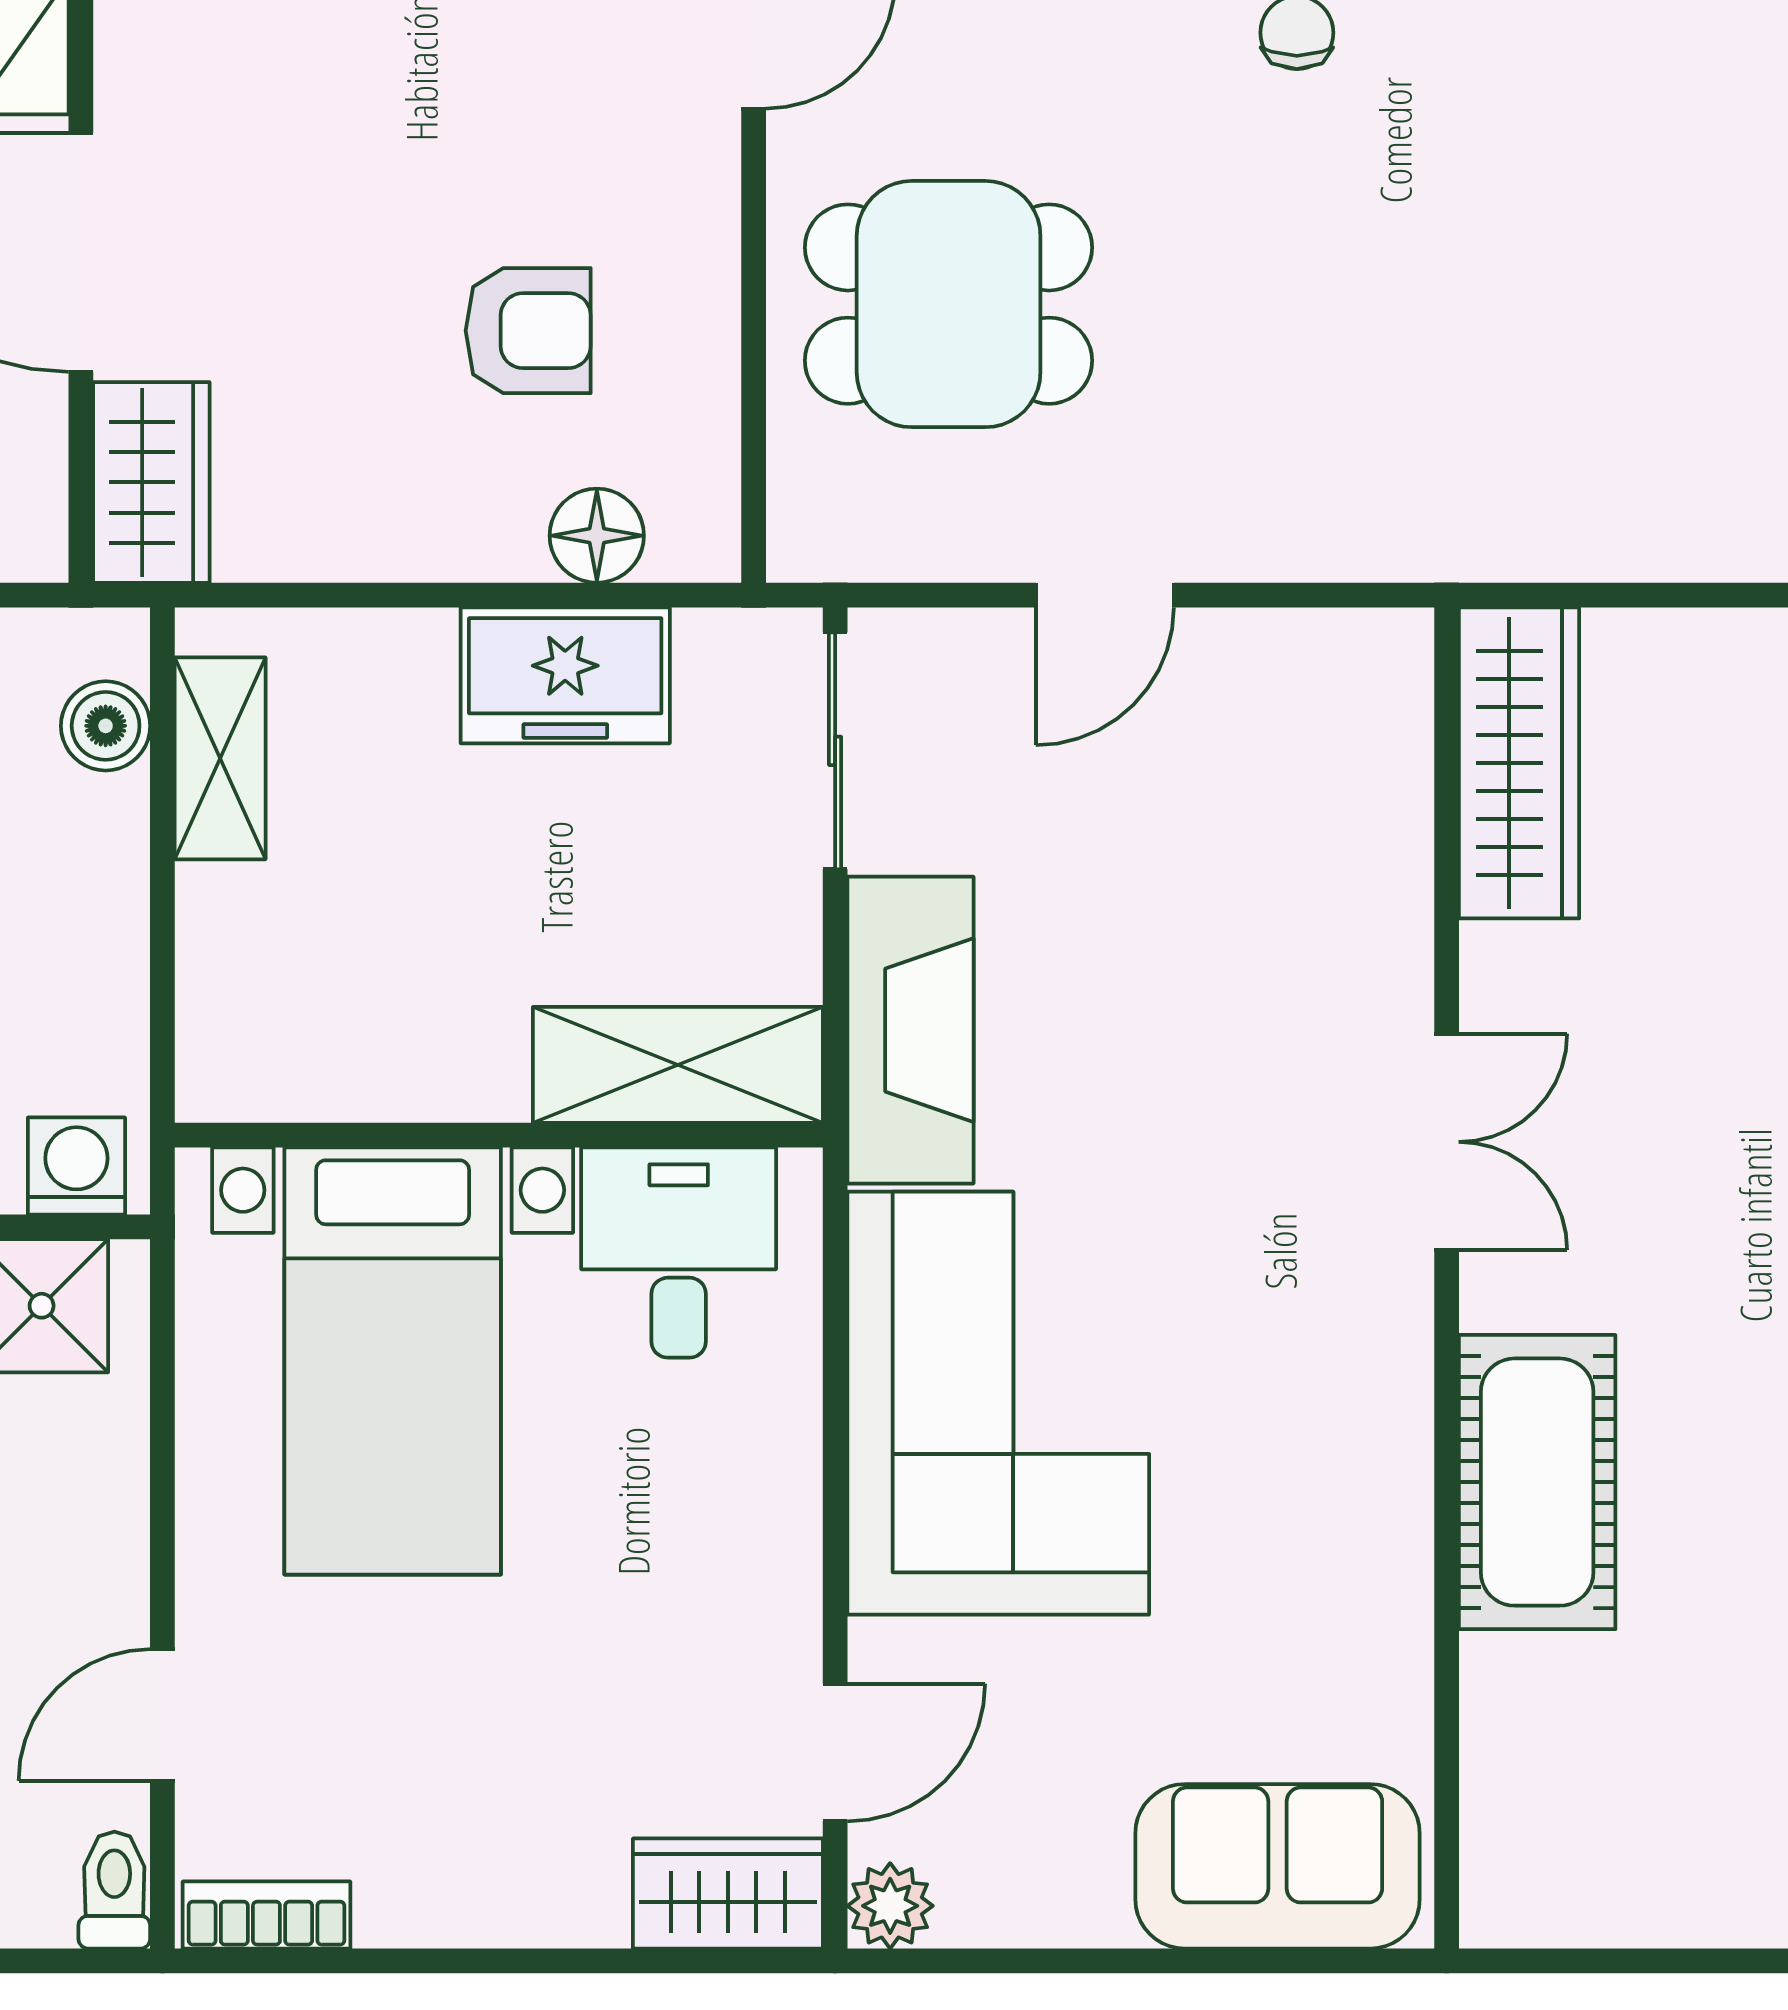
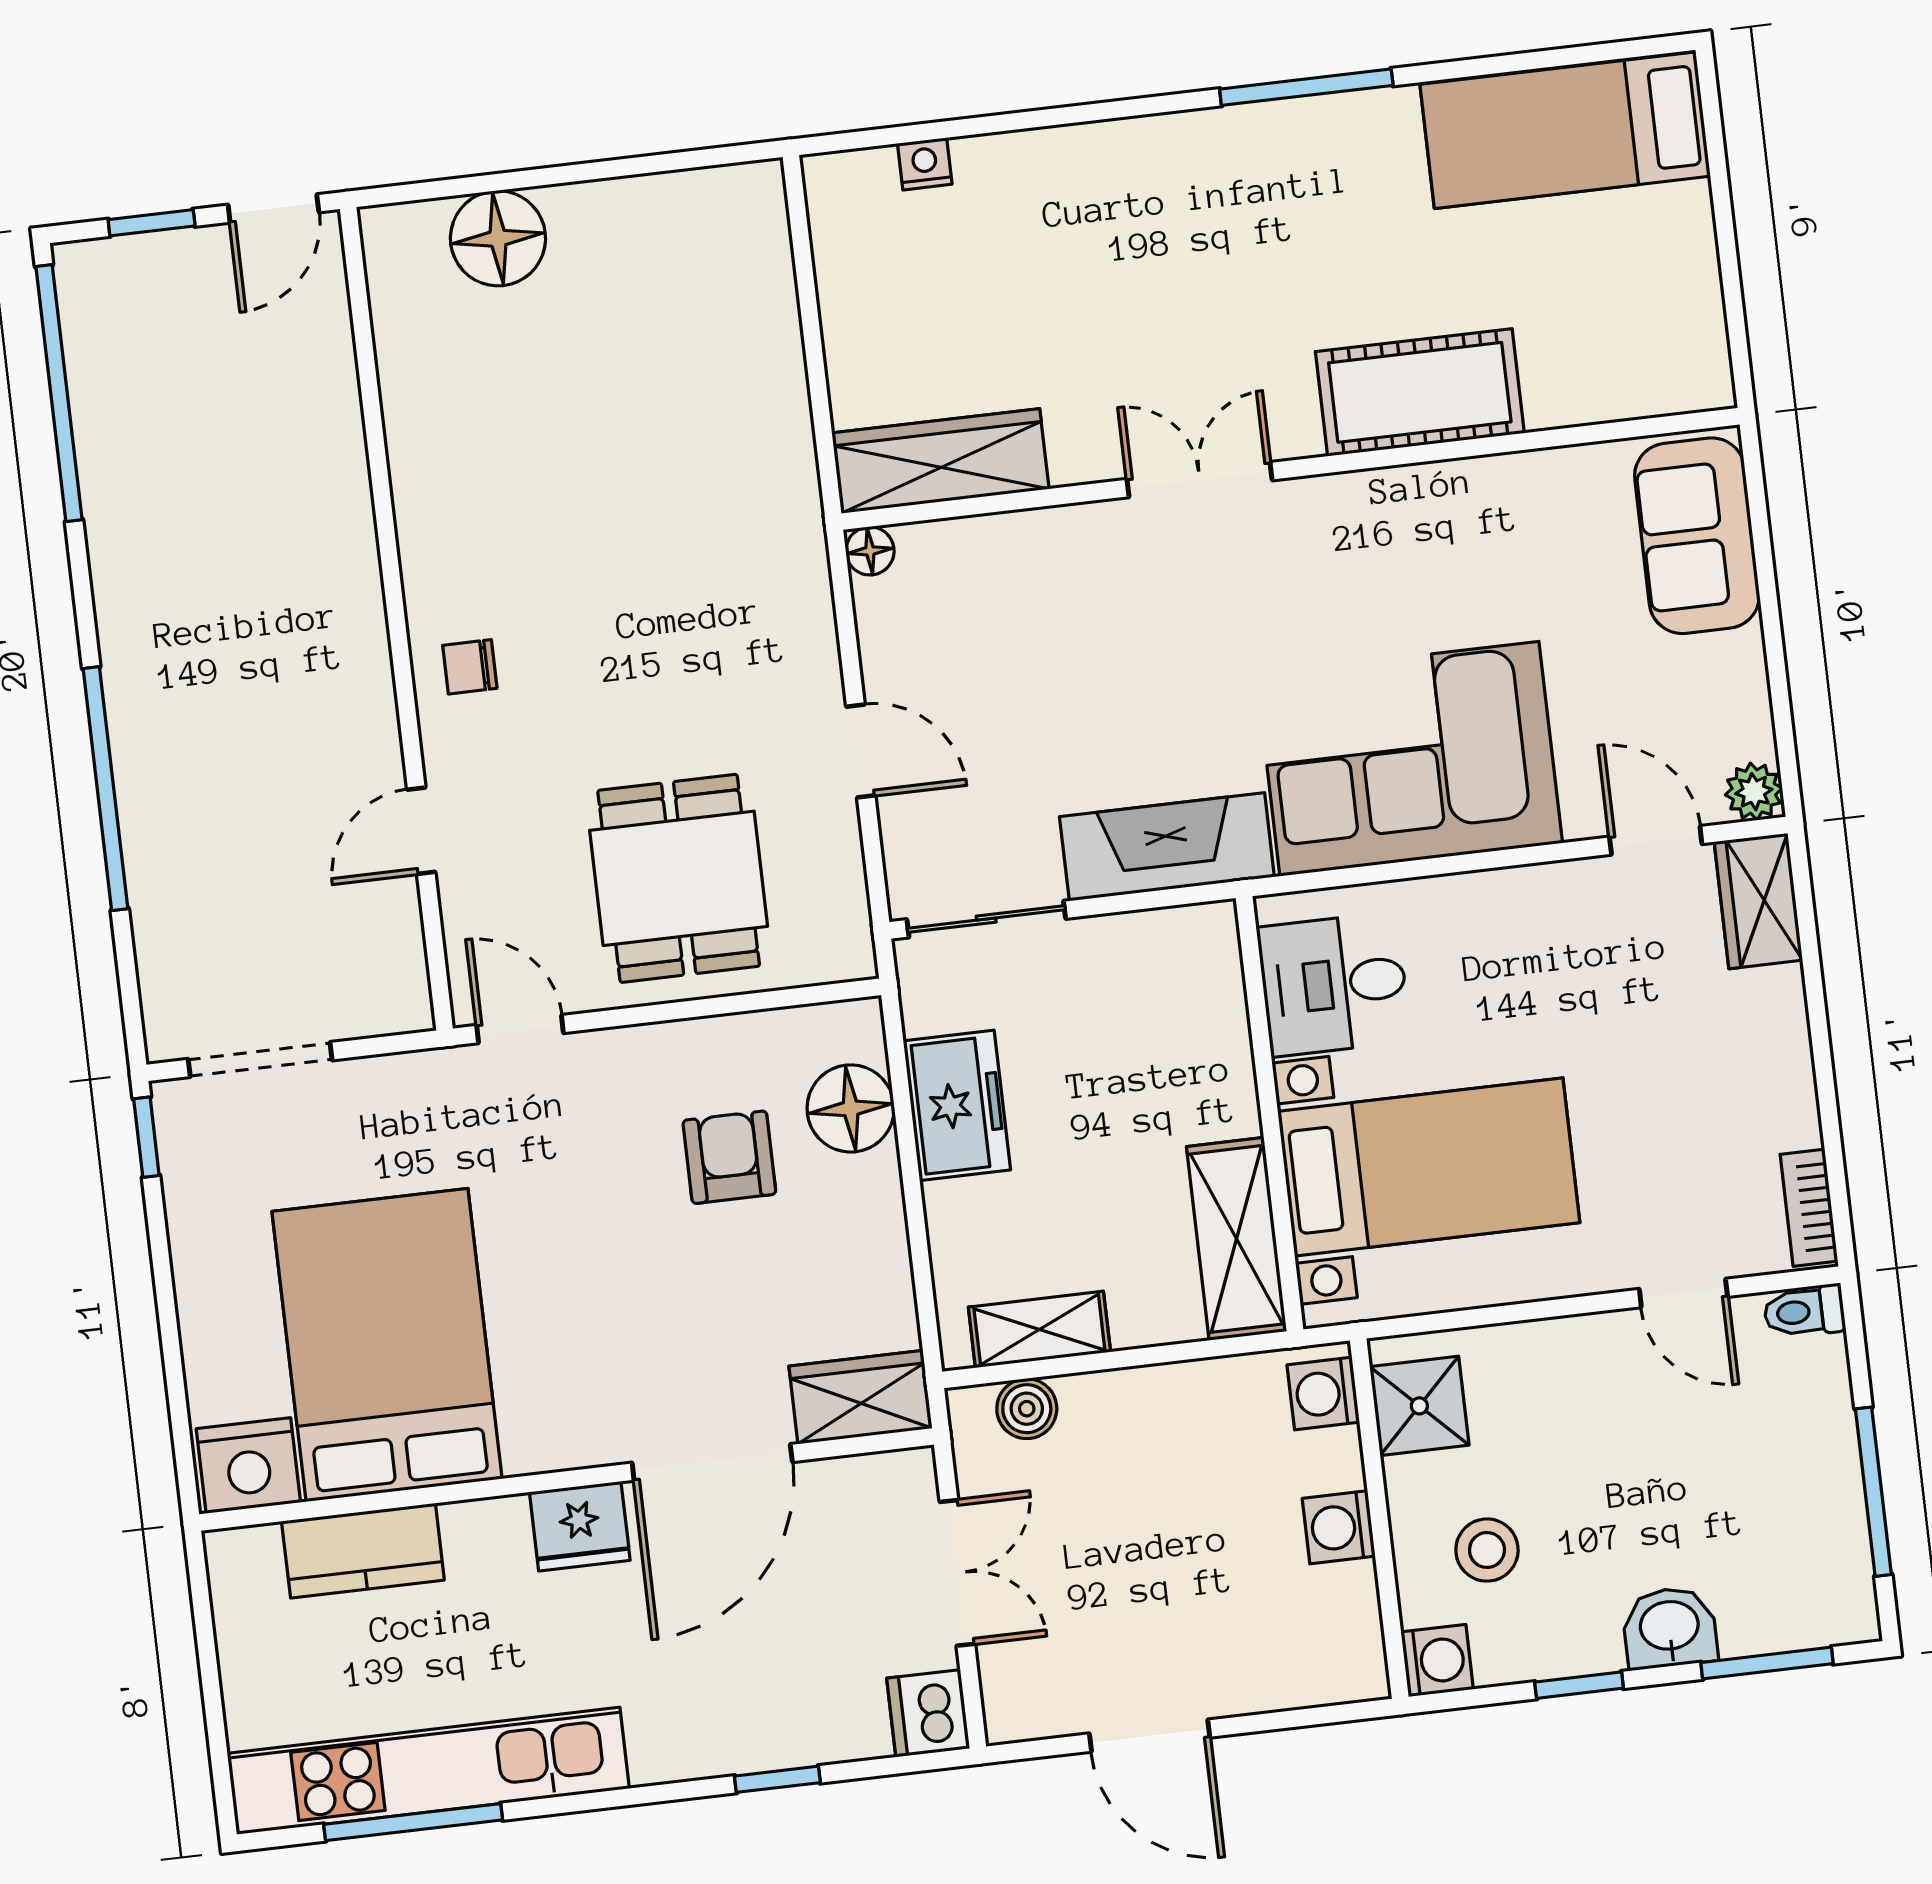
floor lamp: (597, 536) -> (851, 1108), width x1.38, depth x1.38
floor lamp: (1399, 643) -> (870, 551), added
shelving: (678, 1065) -> (1237, 1239), moved

